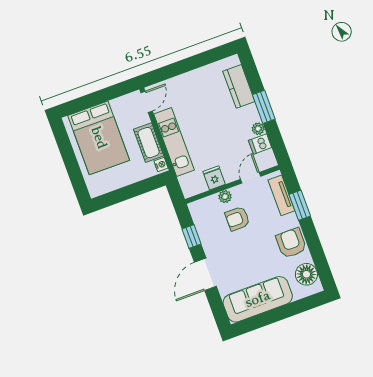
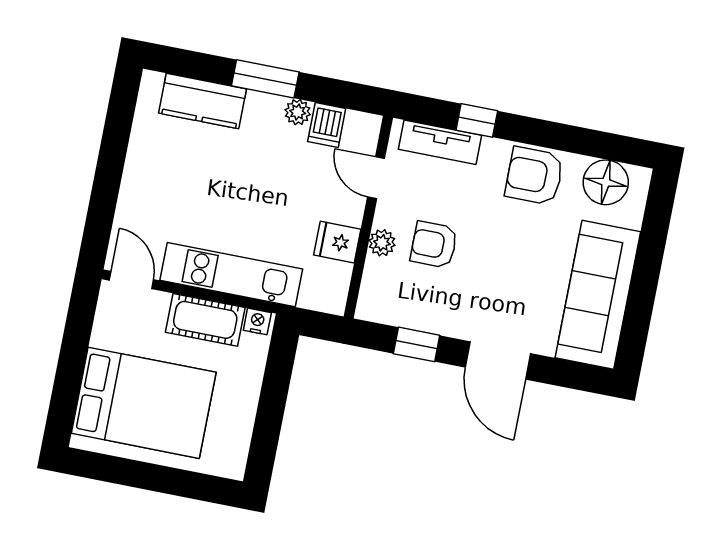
window: (300, 205) -> (477, 120), width x0.67
armchair: (237, 219) -> (434, 245), turned 90

